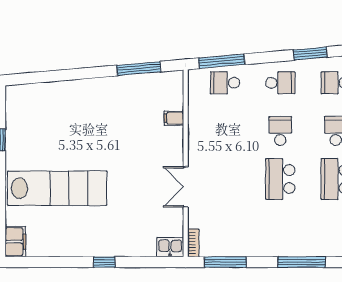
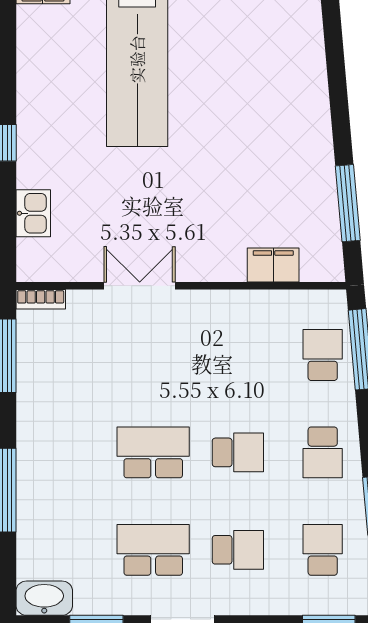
filing cabinet: (174, 118) -> (273, 265), width x2.00
kitchen sink: (170, 247) -> (33, 213), moved

